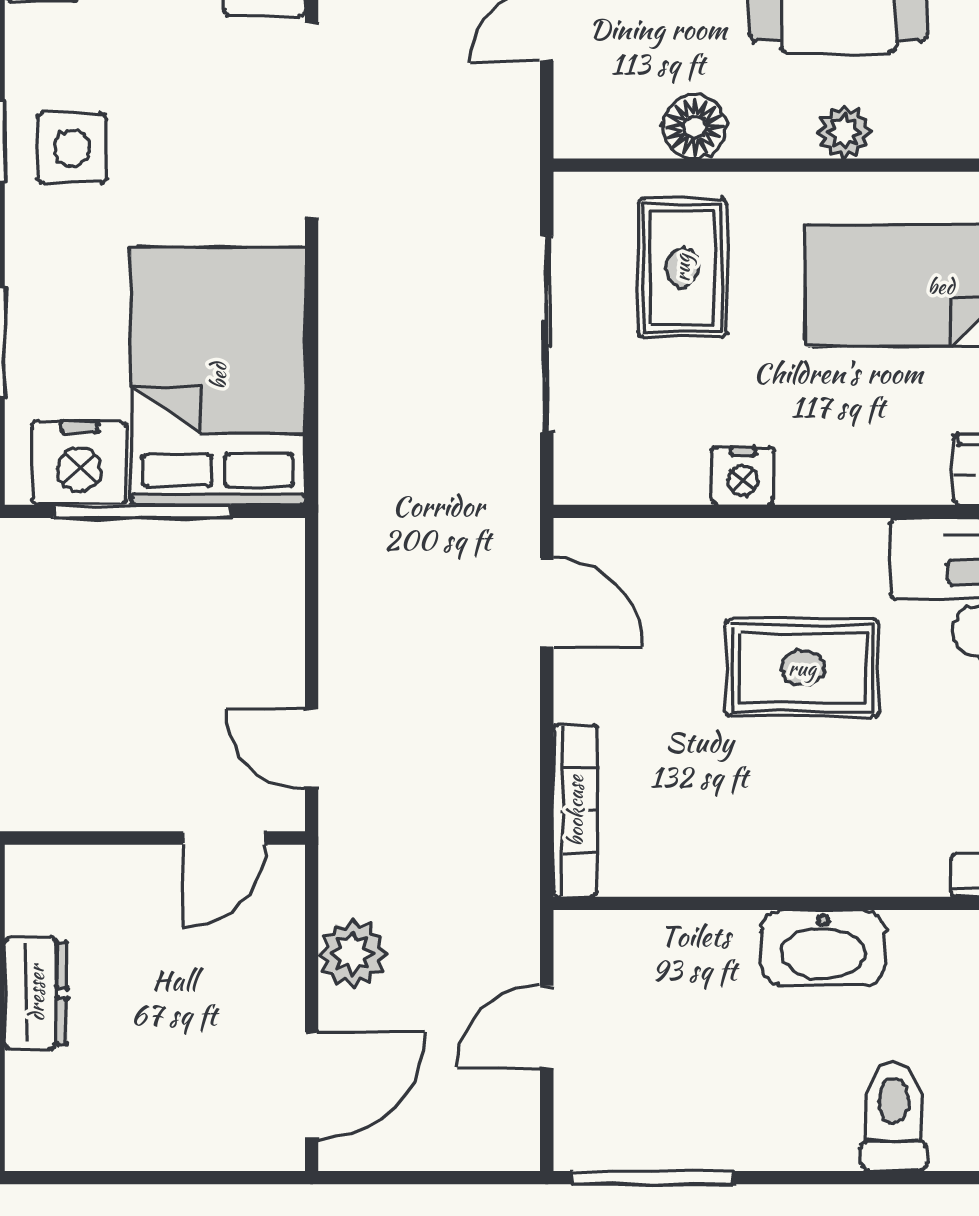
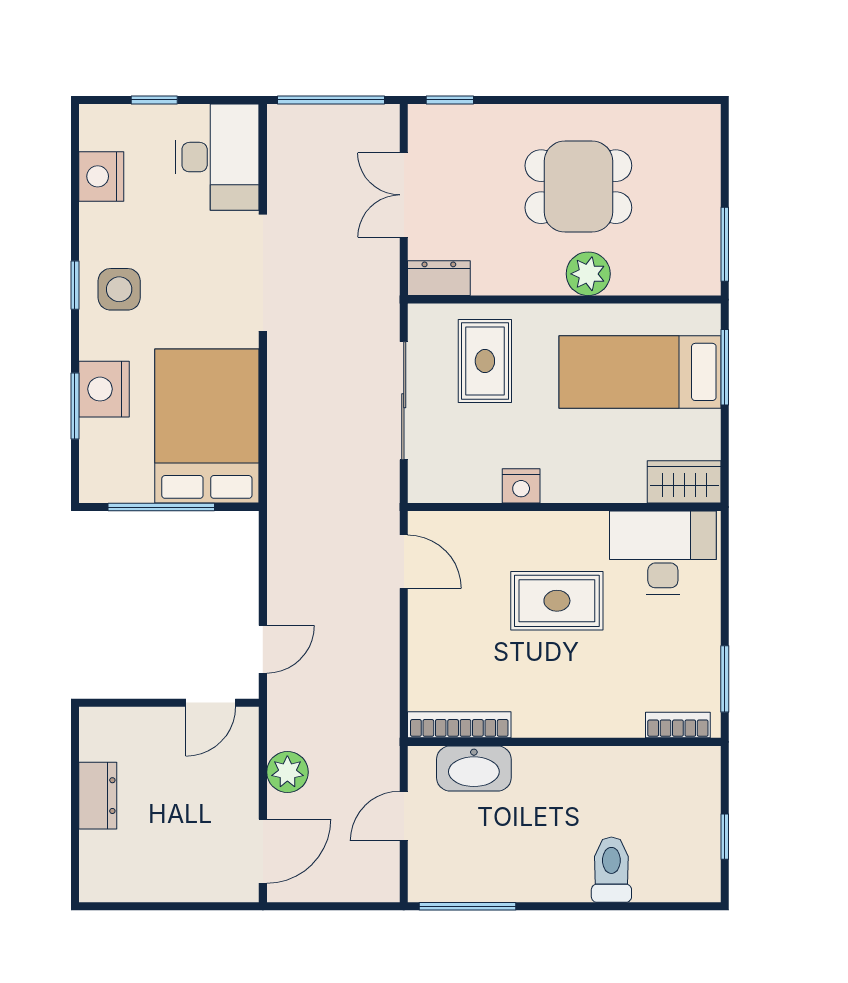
floor lamp: (695, 127) -> (492, 277), removed
dresser: (605, 129) -> (439, 278), added
plant: (845, 132) -> (588, 274), width x1.38, depth x1.38
nightstand: (79, 463) -> (104, 389), moved, turned 90
door: (312, 749) -> (263, 649), swing flipped
bookcase: (575, 811) -> (459, 725), moved, turned -90
washbasin: (823, 948) -> (474, 768), moved

